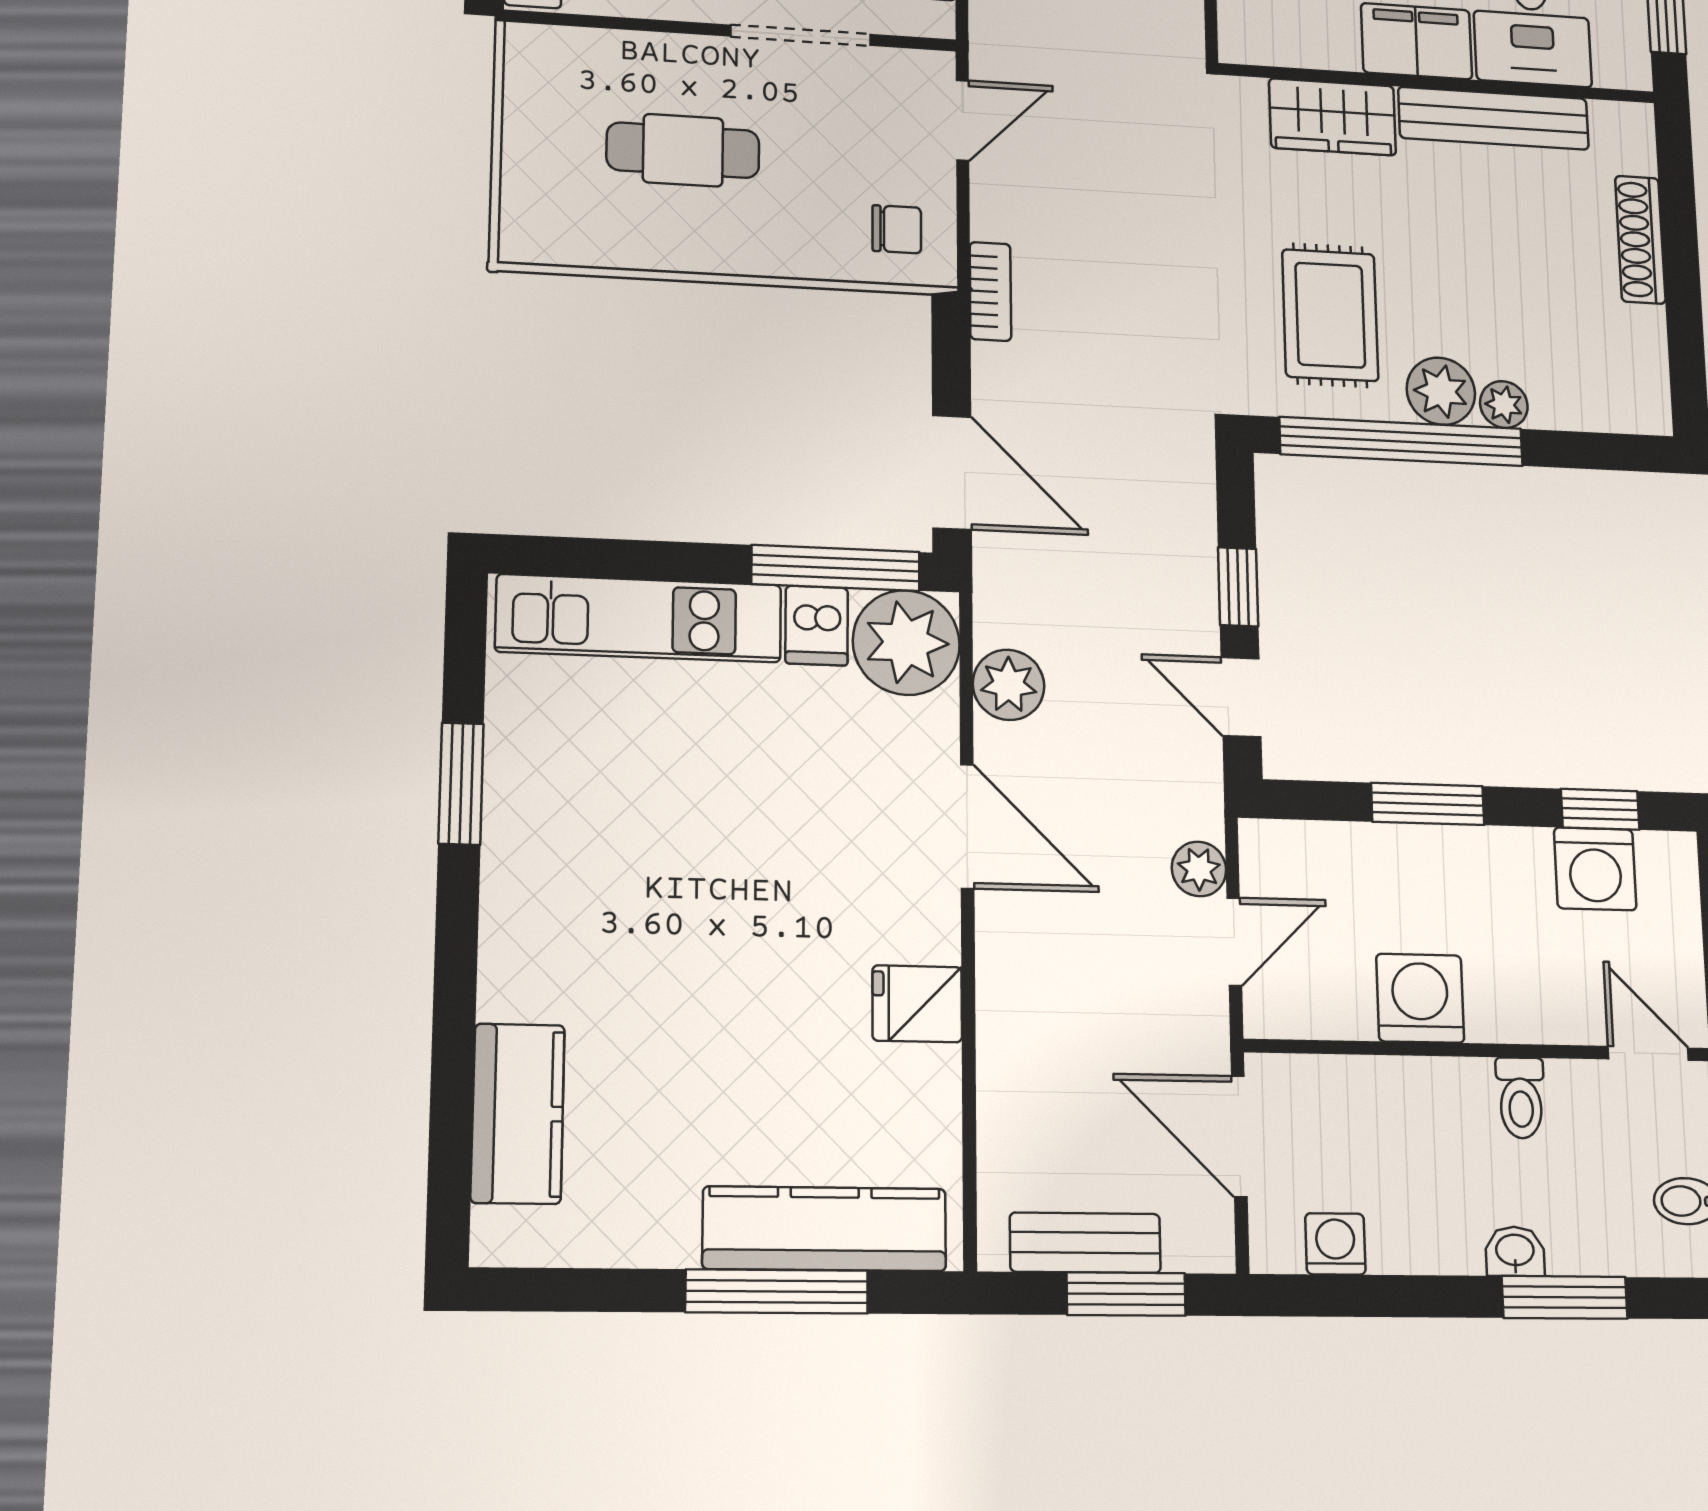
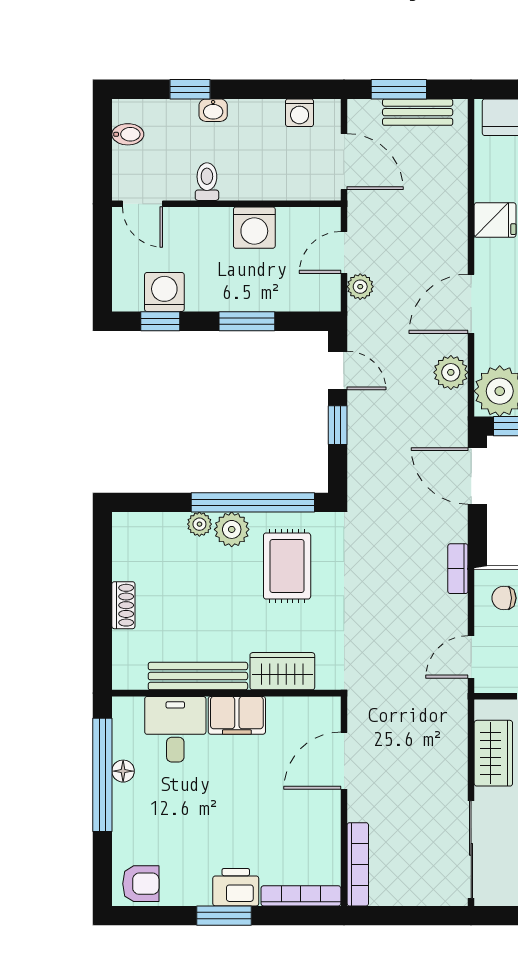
shoe rack: (1640, 240) -> (123, 605), width x0.70
door: (967, 826) -> (471, 304), hinge flipped
window: (1565, 1297) -> (190, 89), width x0.67

